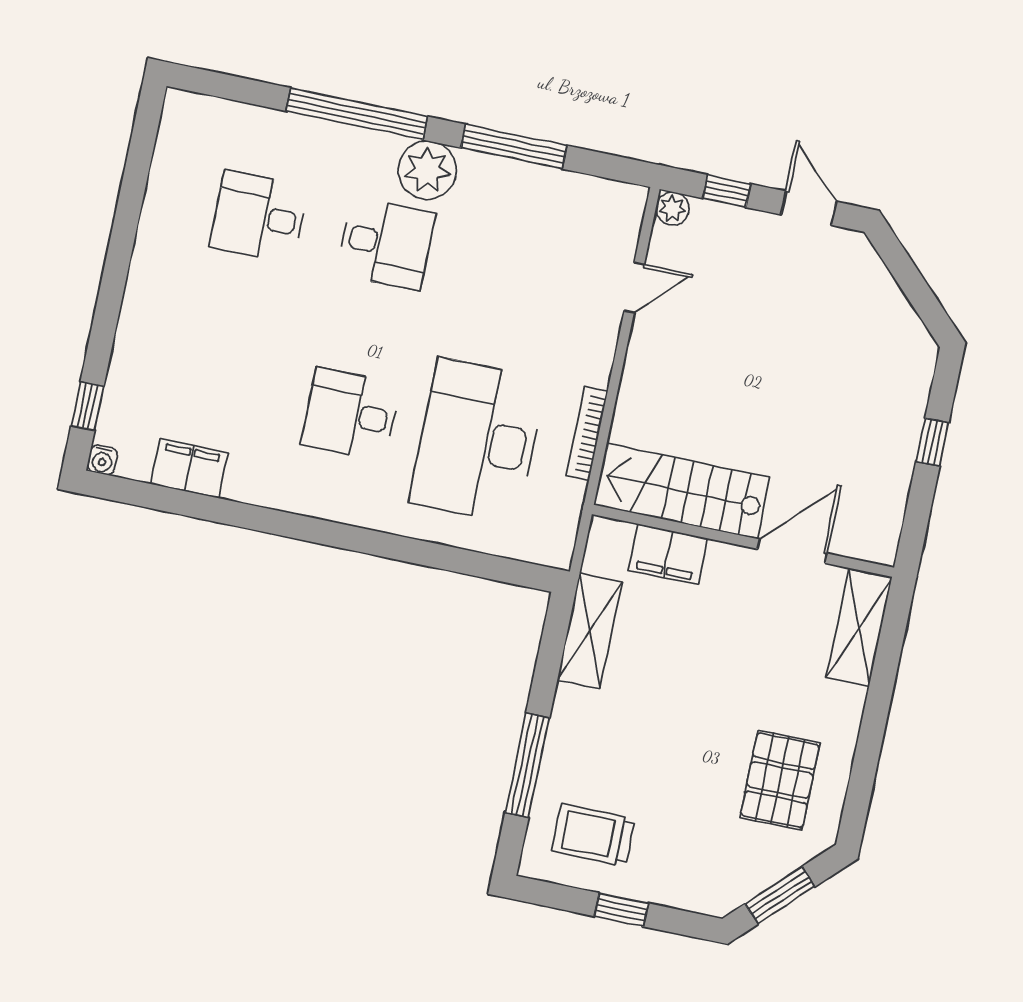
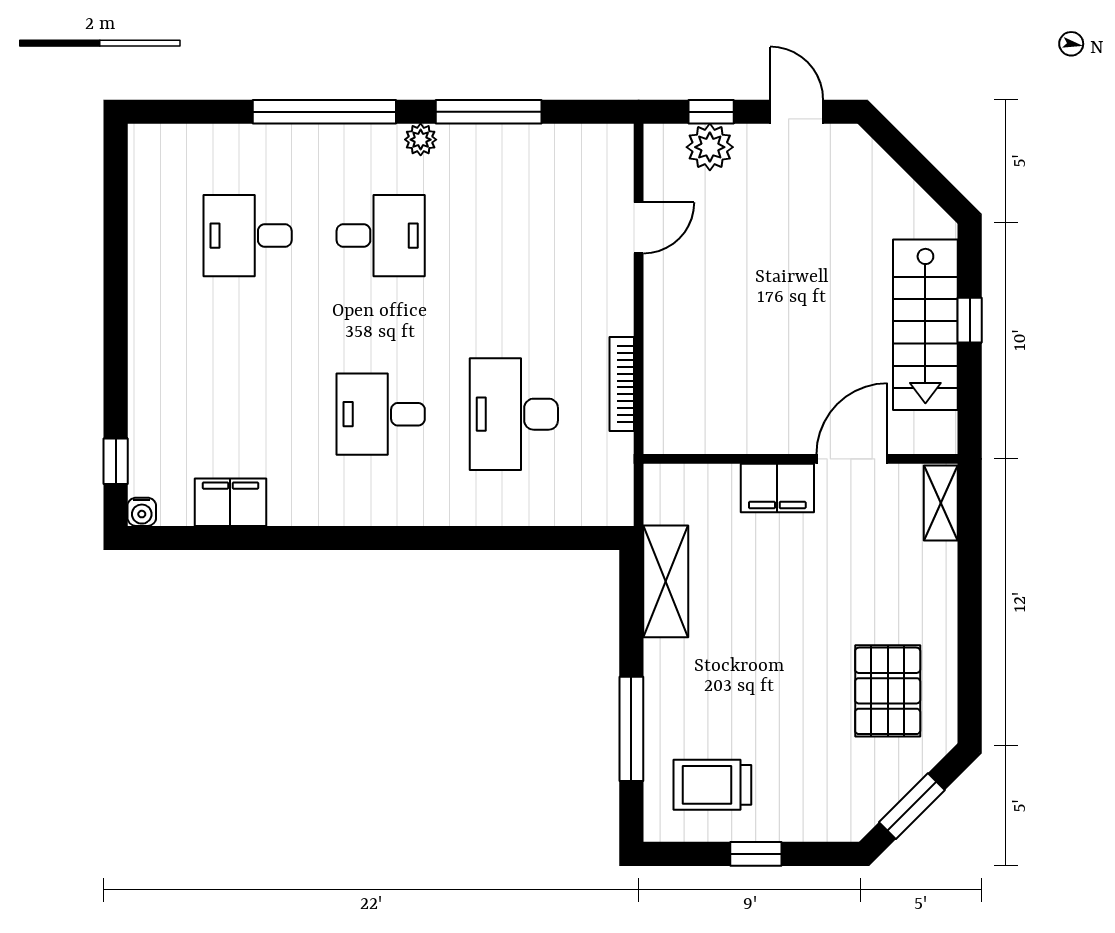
plant: (427, 170) -> (421, 140), width x0.53, depth x0.53
plant: (672, 209) -> (710, 147), moved, width x1.38, depth x1.38
desk: (478, 441) -> (514, 414), width x0.73, depth x0.77
stairs: (682, 491) -> (925, 325), moved, turned -90
filing cabinet: (668, 554) -> (777, 488), moved
shelving: (859, 628) -> (941, 503), width x0.67, depth x0.75

